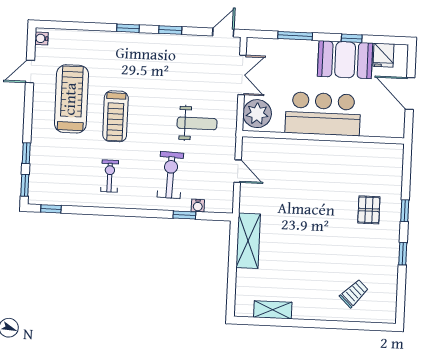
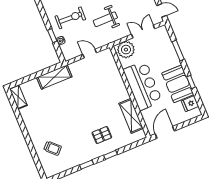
double door: (242, 75) -> (143, 31), swing flipped
door: (410, 93) -> (165, 132), moved
weight bench: (197, 123) -> (105, 19), turned 90
shelving: (361, 153) -> (131, 116), added
door: (238, 171) -> (90, 54), swing flipped
shelving: (273, 310) -> (18, 97), moved

